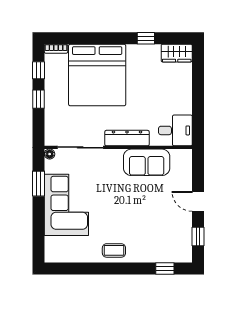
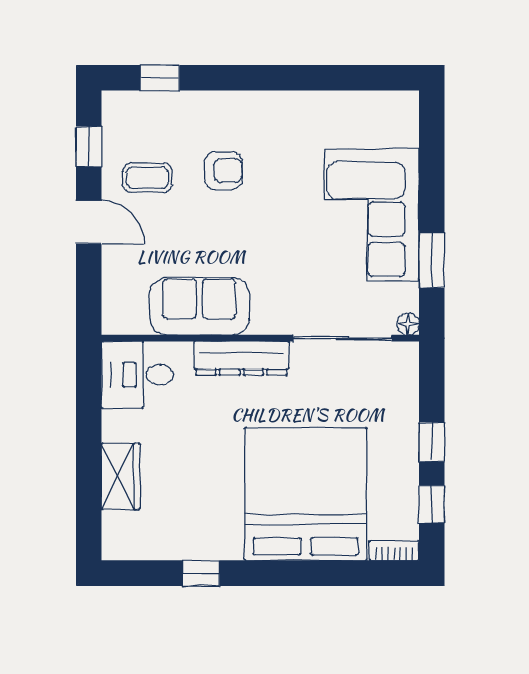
wardrobe: (177, 53) -> (121, 476), moved, turned 90
armchair: (135, 225) -> (224, 171), added
coffee table: (114, 250) -> (147, 178), moved

